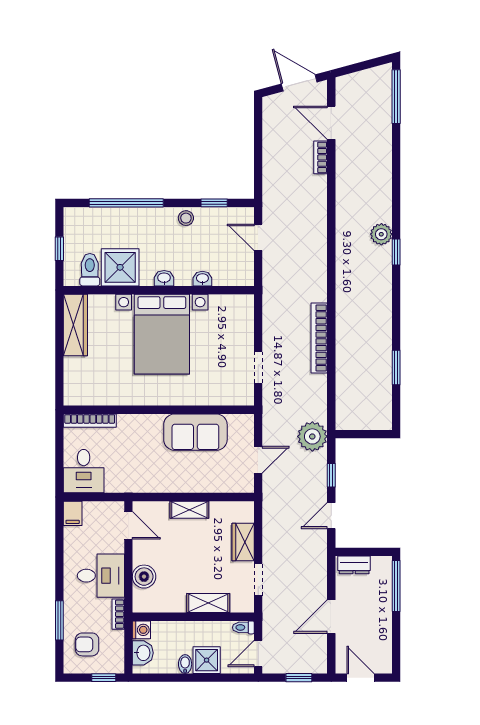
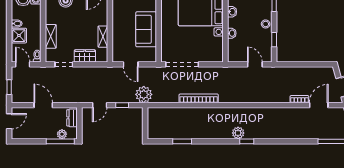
plant: (381, 234) -> (238, 133), moved
door: (258, 237) -> (255, 64), hinge flipped
doorway: (258, 368) -> (182, 64), width x1.88
shelving: (189, 510) -> (103, 37), moved
door: (331, 516) -> (100, 105), swing flipped
plant: (383, 583) -> (62, 134), added

